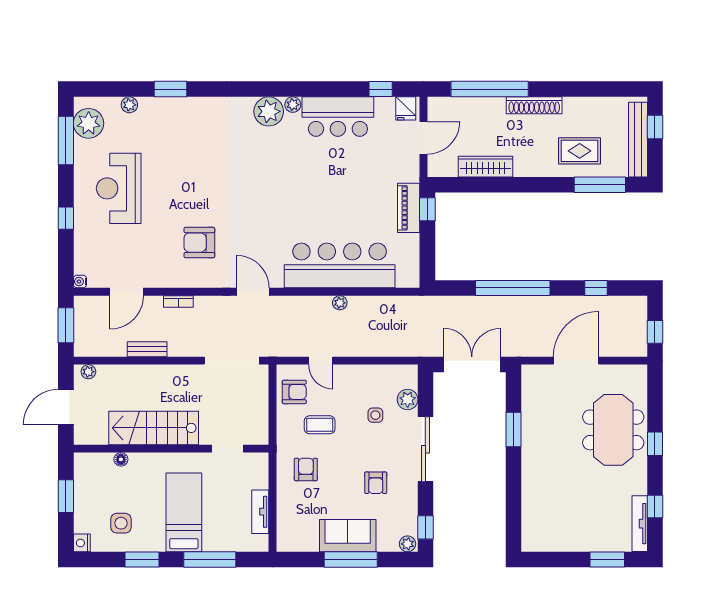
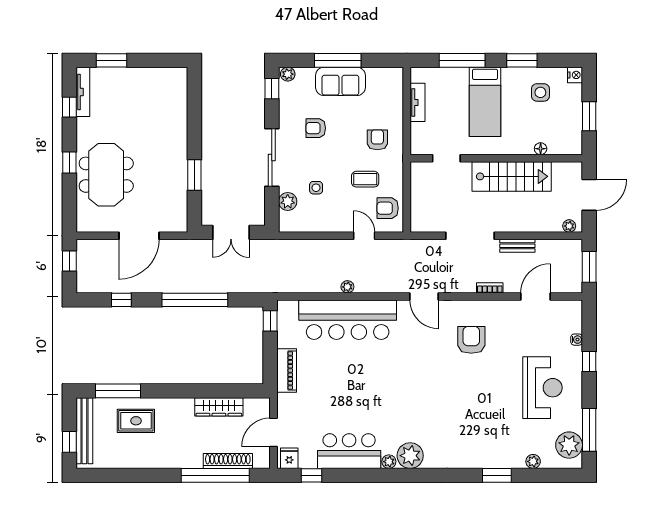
shoe rack: (534, 105) -> (228, 461), moved
window: (427, 209) -> (270, 321), moved
armchair: (199, 243) -> (471, 340), turned -90
water cooler: (80, 282) -> (577, 340), moved
doorway: (232, 361) -> (470, 236), moved
double door: (472, 364) -> (231, 232), width x0.73
armchair: (306, 469) -> (377, 140), turned 180
armchair: (376, 483) -> (316, 128), turned -90

